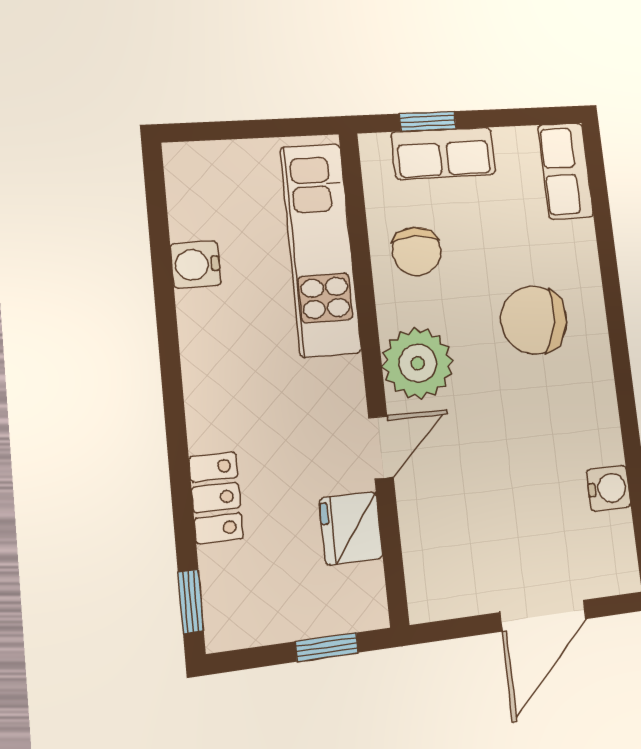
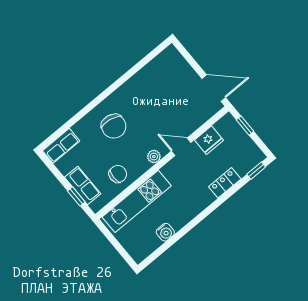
plant: (418, 363) -> (154, 157), width x0.53, depth x0.53
water cooler: (609, 488) -> (148, 72), removed
door: (543, 616) -> (214, 88), moved

